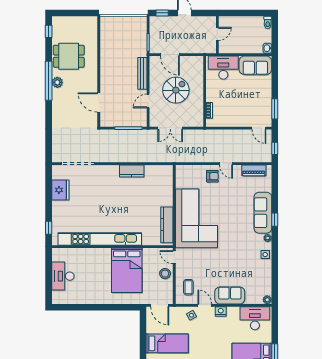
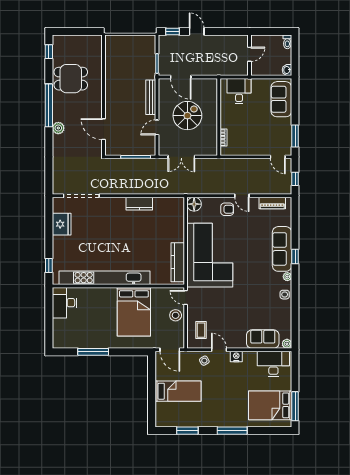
door: (217, 34) -> (250, 54), moved
wall: (217, 35) -> (250, 55), moved
sofa: (255, 65) -> (281, 99), moved, turned 90
desk: (223, 68) -> (239, 91), width x0.73
plant: (57, 82) -> (58, 128), moved
floor lamp: (182, 172) -> (194, 204), added
desk: (63, 276) -> (64, 303), moved
sofa: (230, 295) -> (263, 339), moved
window: (89, 307) -> (93, 352), added

